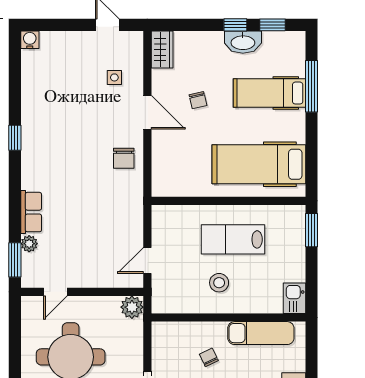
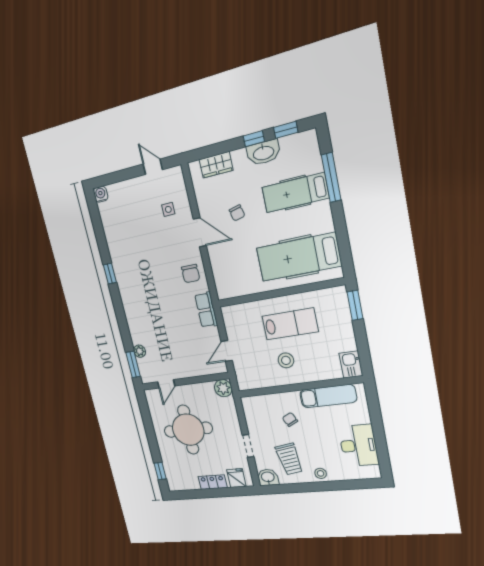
wardrobe: (162, 49) -> (216, 165), moved, turned 90
row of seats: (31, 212) -> (206, 310), moved, turned 180
lab bench: (233, 239) -> (290, 324), turned 180

